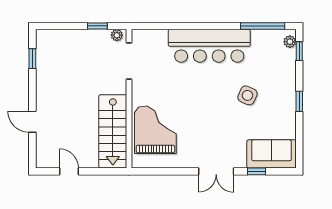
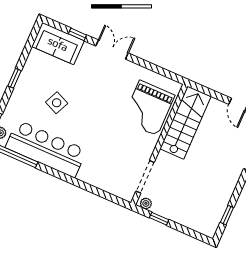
bar counter: (209, 46) -> (46, 149), moved

